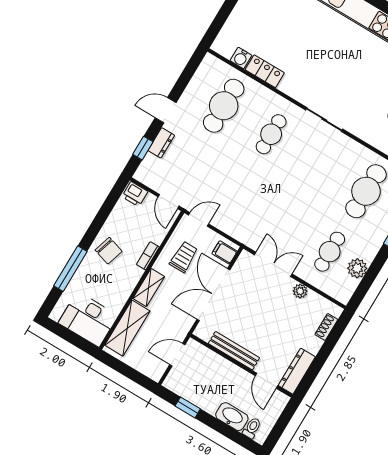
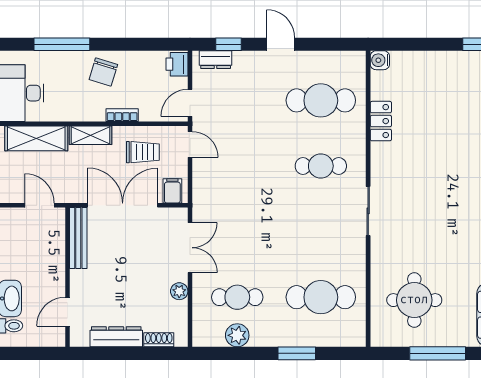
water cooler: (241, 58) -> (380, 60), moved
dresser: (161, 143) -> (216, 60), moved
bench: (234, 351) -> (78, 238), moved
dresser: (297, 371) -> (116, 337), moved

